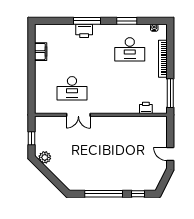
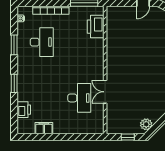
window: (87, 21) -> (14, 83), width x0.69
printer: (84, 31) -> (24, 110), moved
printer: (146, 108) -> (96, 27), width x1.87, depth x1.48
double door: (78, 115) -> (105, 92), swing flipped

